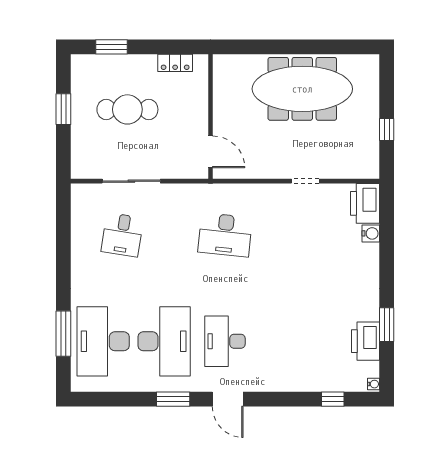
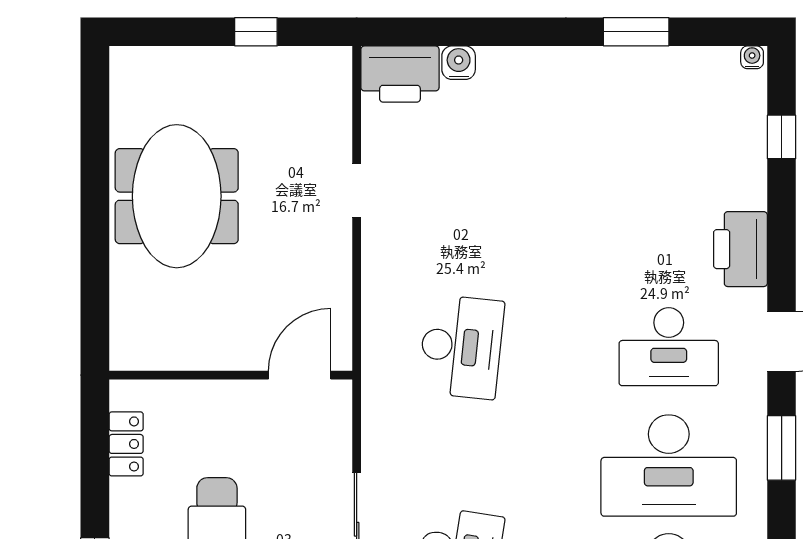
meeting table: (302, 89) -> (177, 196), width x0.73
desk: (164, 341) -> (669, 466), turned 180
printer: (366, 341) -> (740, 249), moved, turned 90

